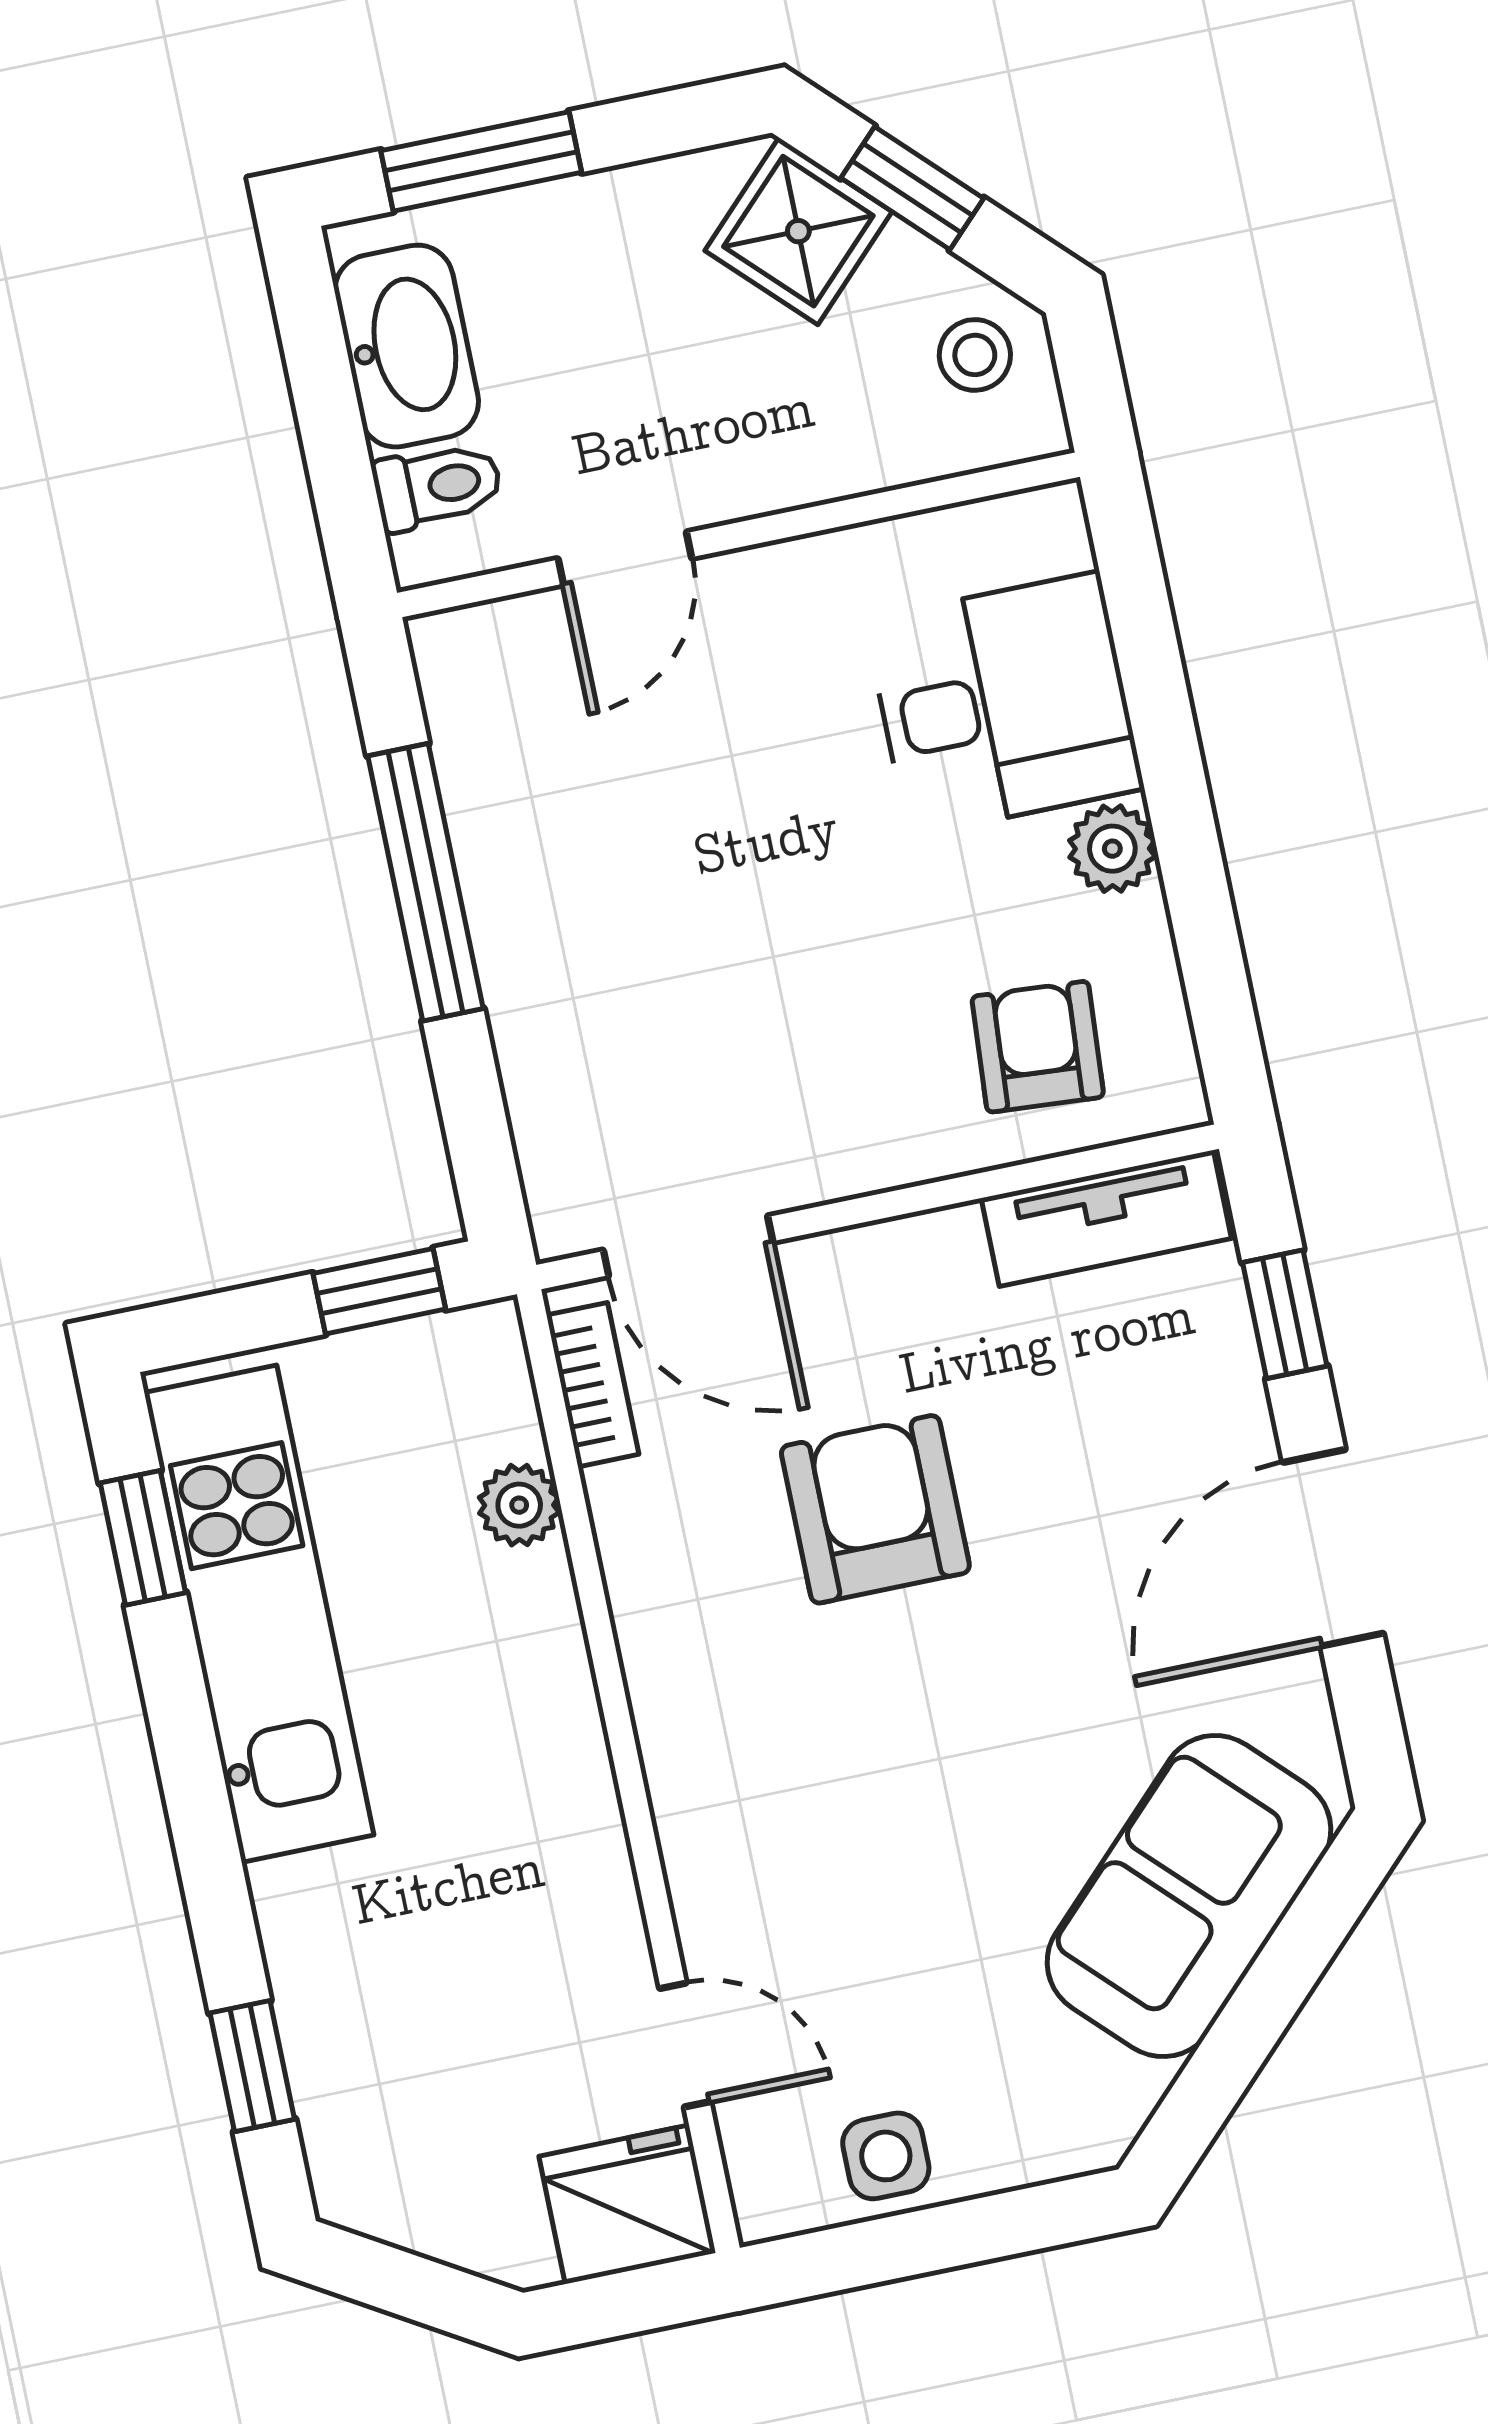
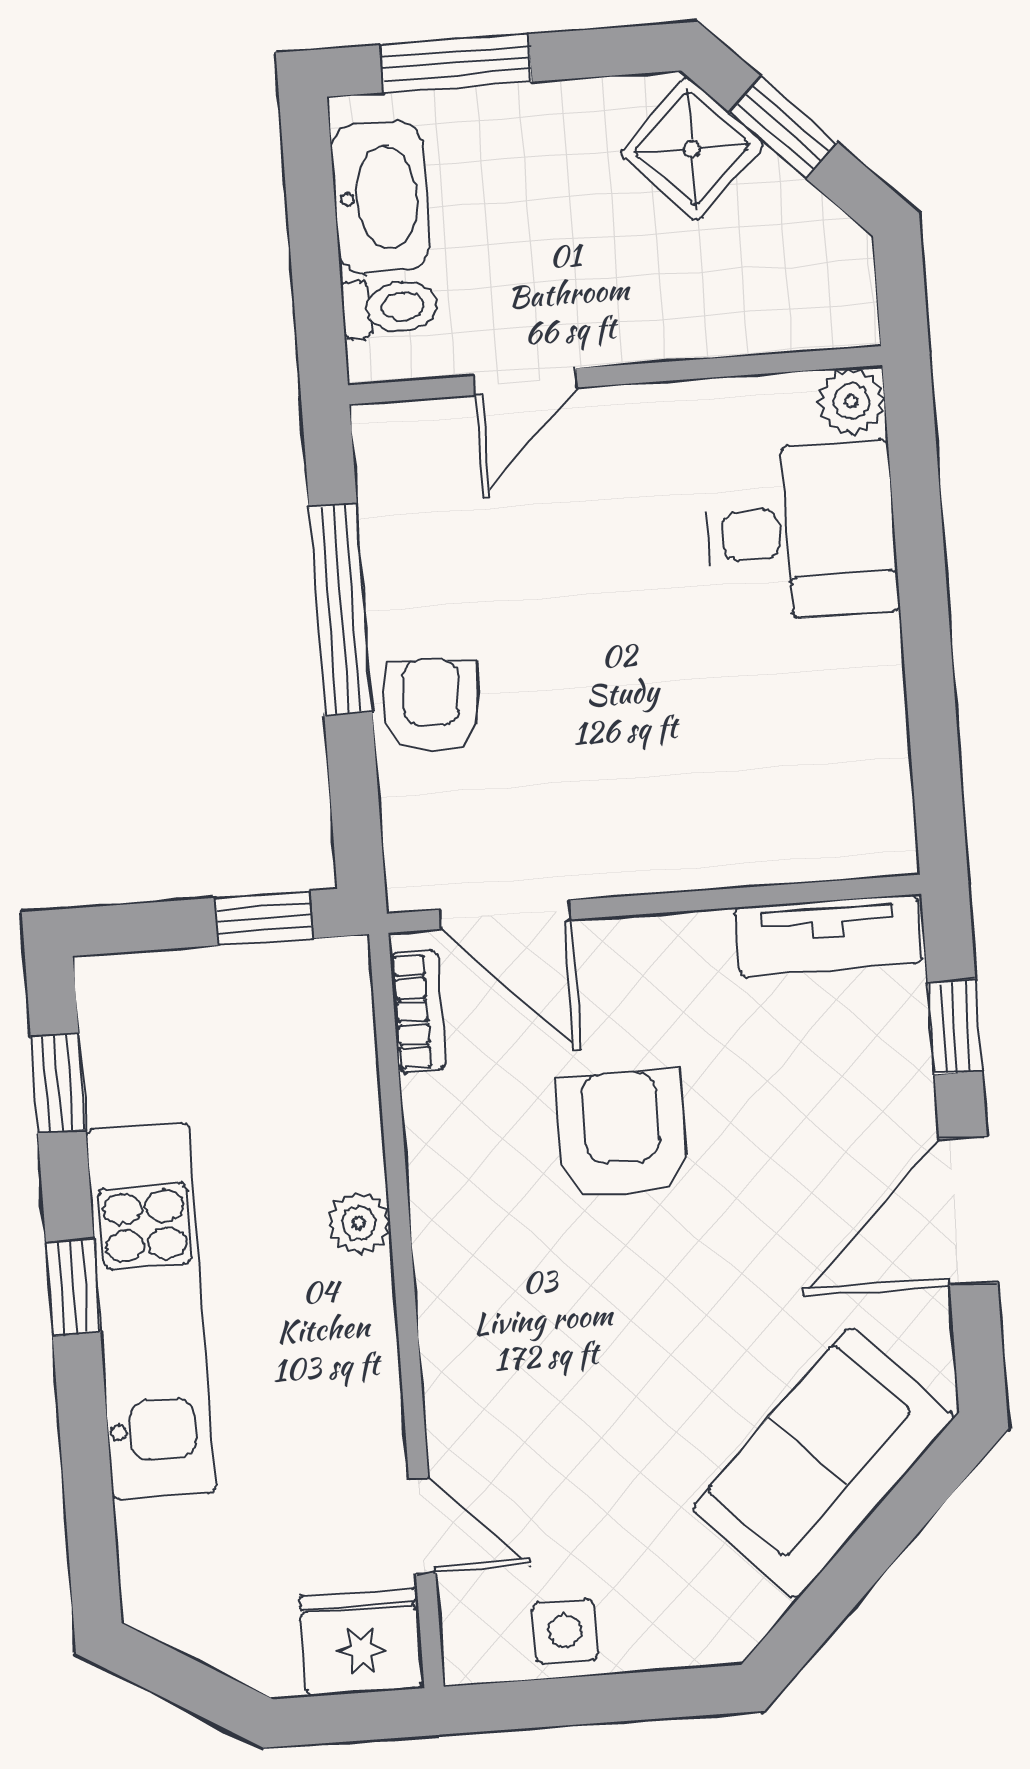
stool: (975, 355) -> (814, 261), removed
plant: (1112, 849) -> (851, 401), moved
armchair: (1038, 1047) -> (431, 705), moved
plant: (519, 1505) -> (359, 1223), moved
kitchen unit: (259, 1614) -> (151, 1311), moved
window: (252, 2066) -> (73, 1287), moved

